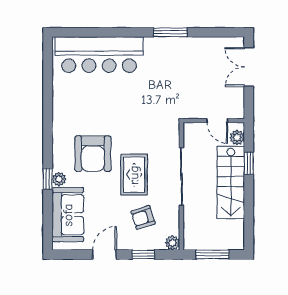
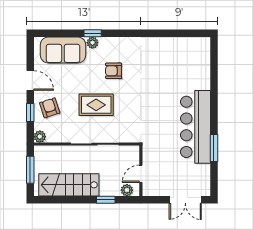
window: (170, 32) -> (214, 148), moved
bar counter: (99, 55) -> (196, 127), moved
double door: (249, 67) -> (185, 200), swing flipped
armchair: (93, 154) -> (114, 71), width x0.53, depth x0.53
stairs: (231, 182) -> (69, 185), moved
armchair: (143, 217) -> (50, 108), moved

